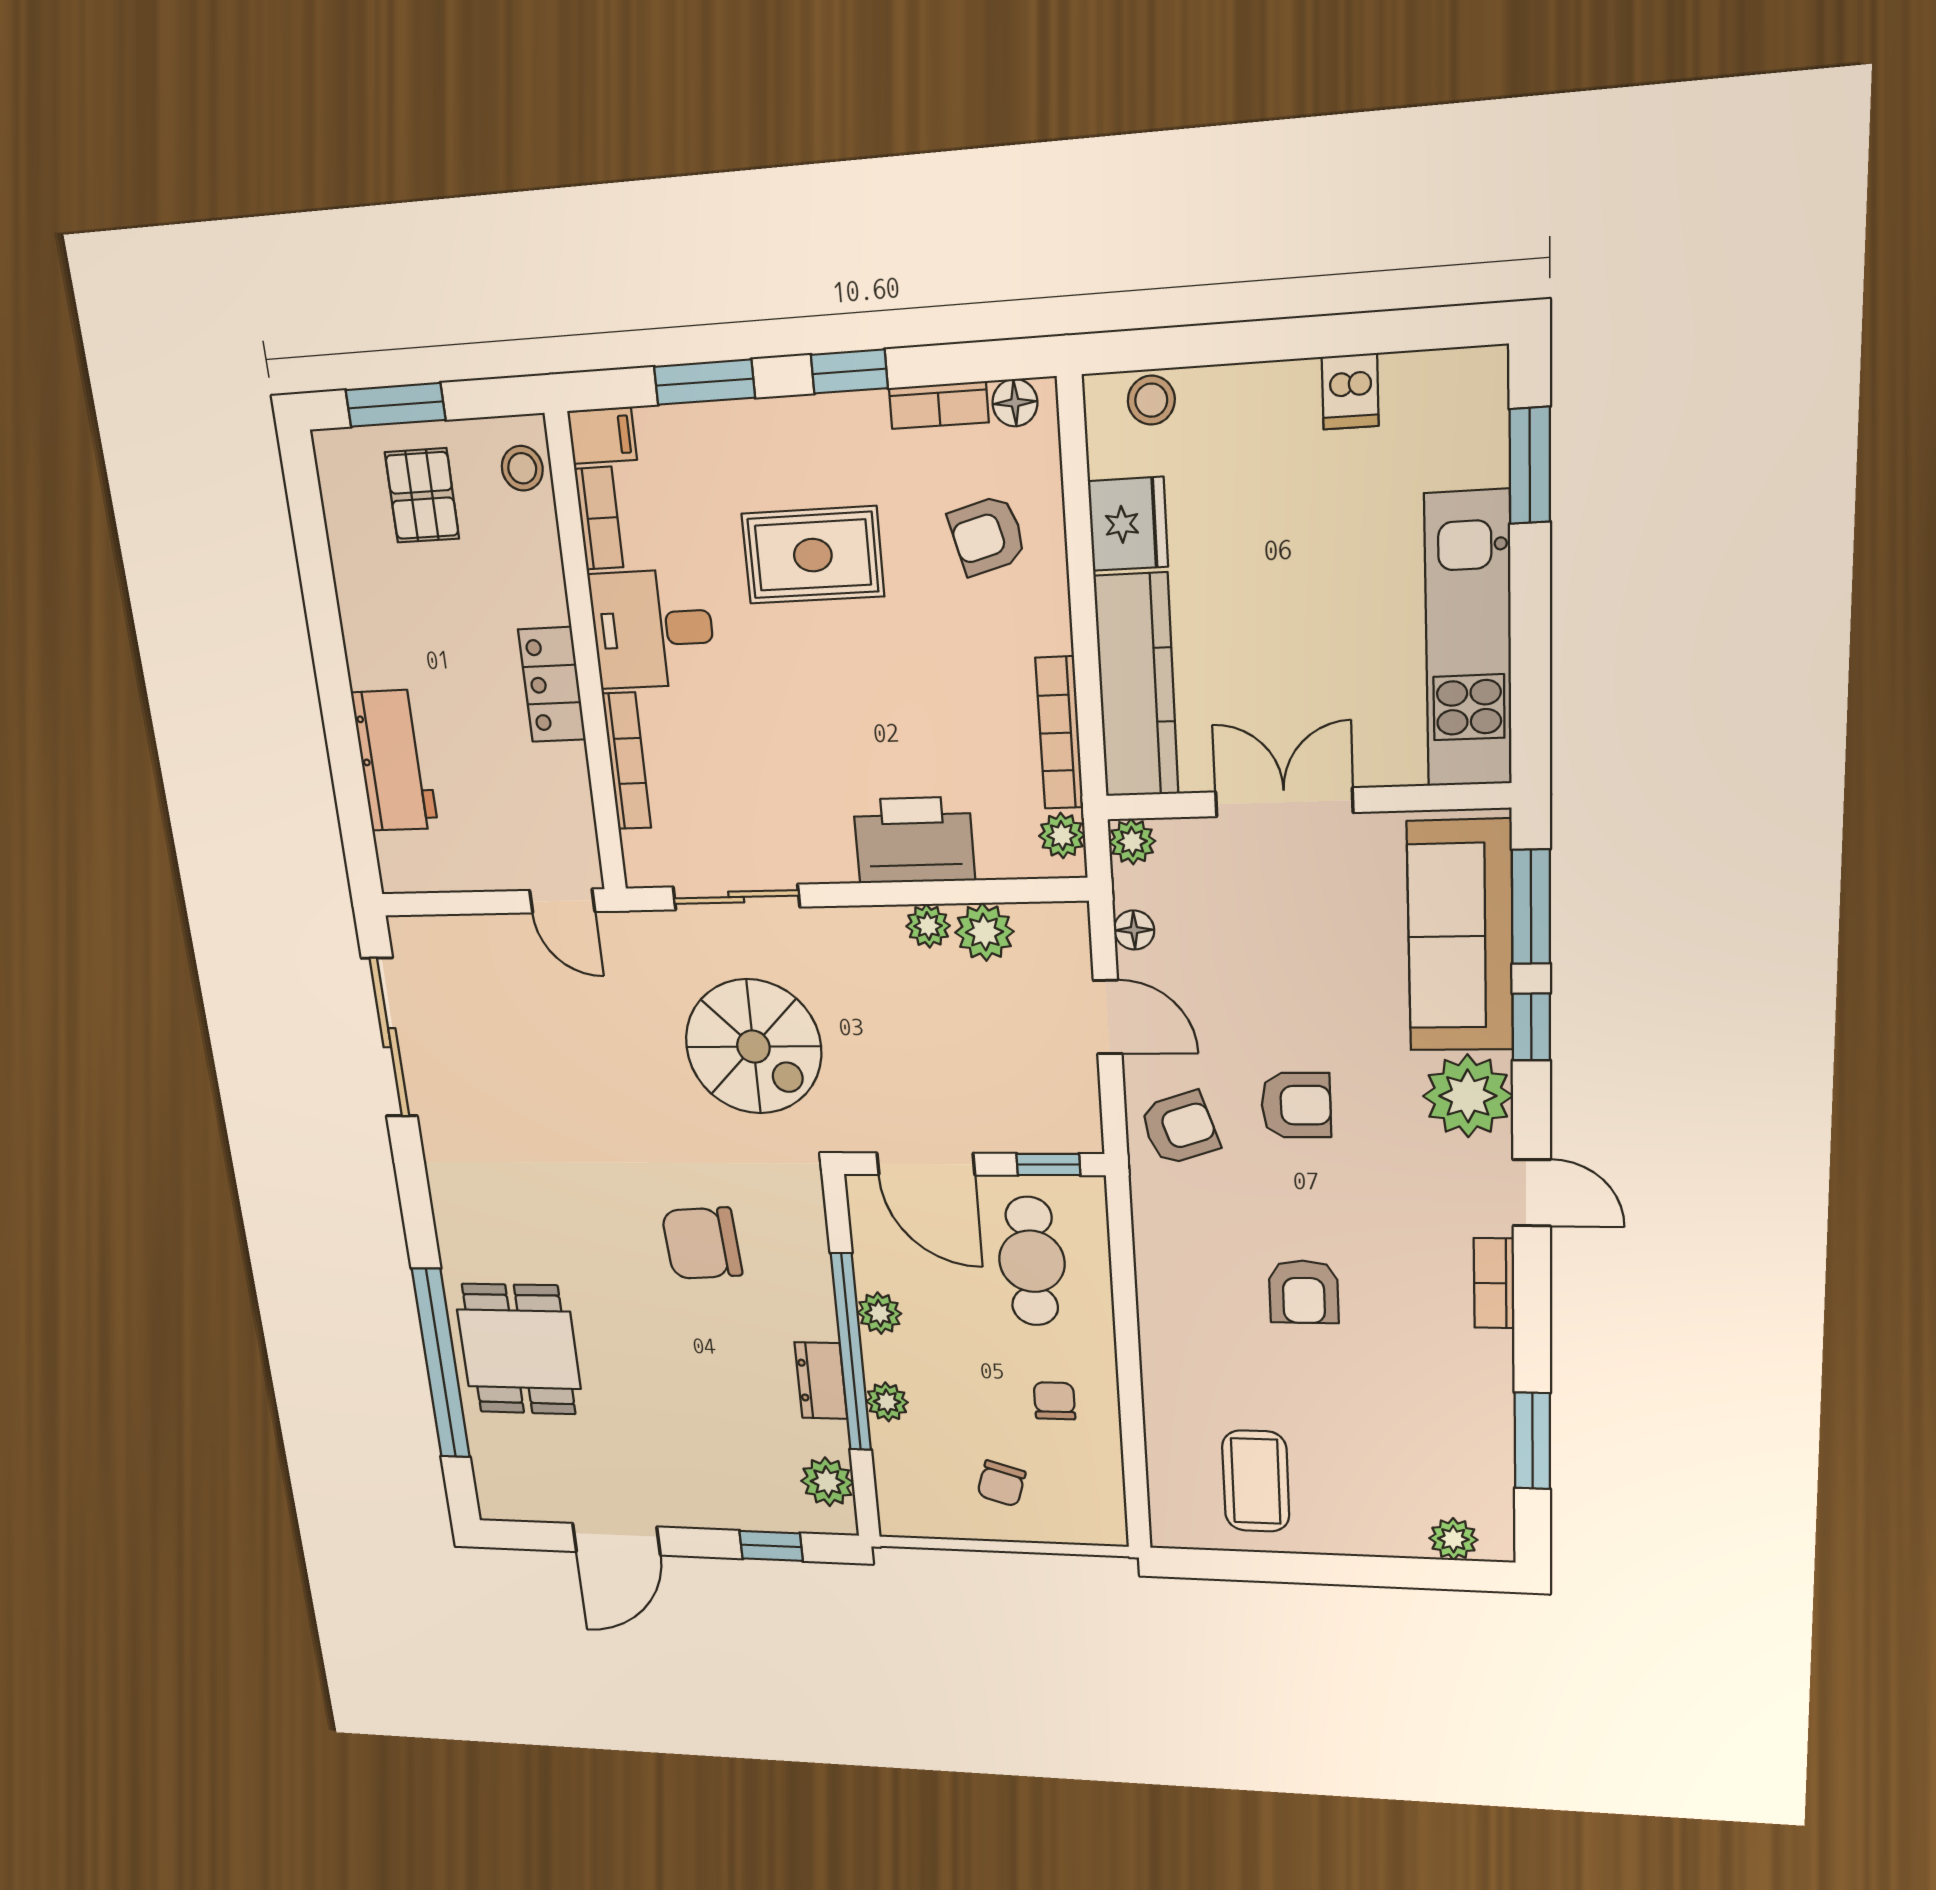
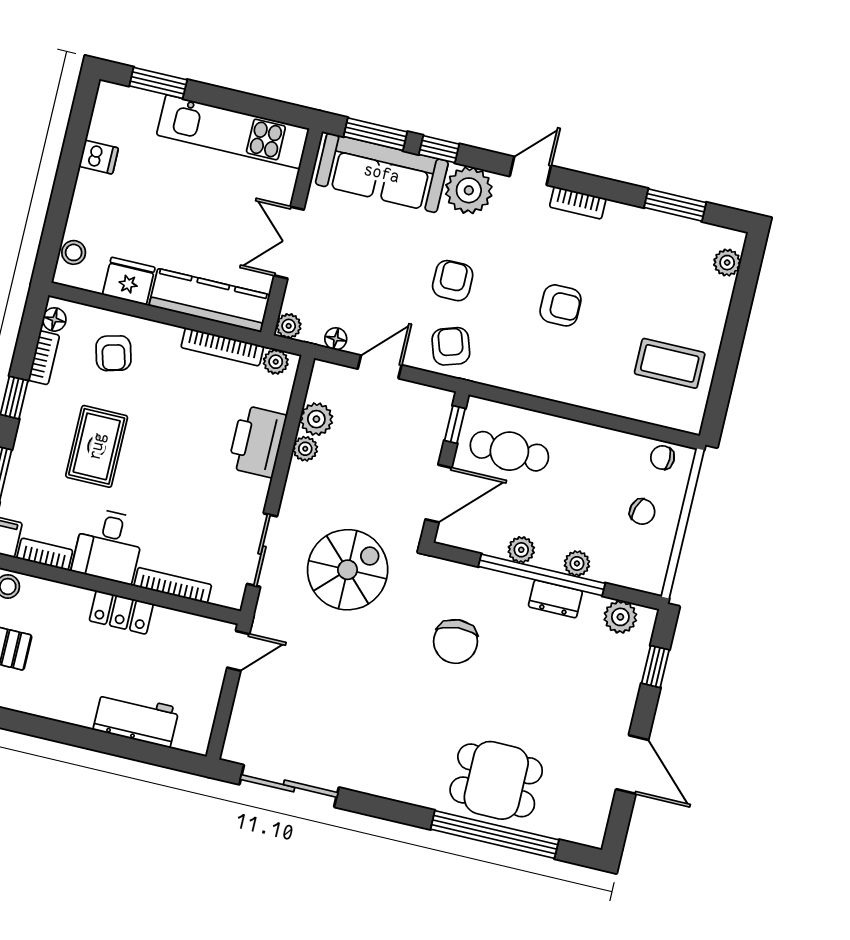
chair: (1054, 1401) -> (662, 458), moved

